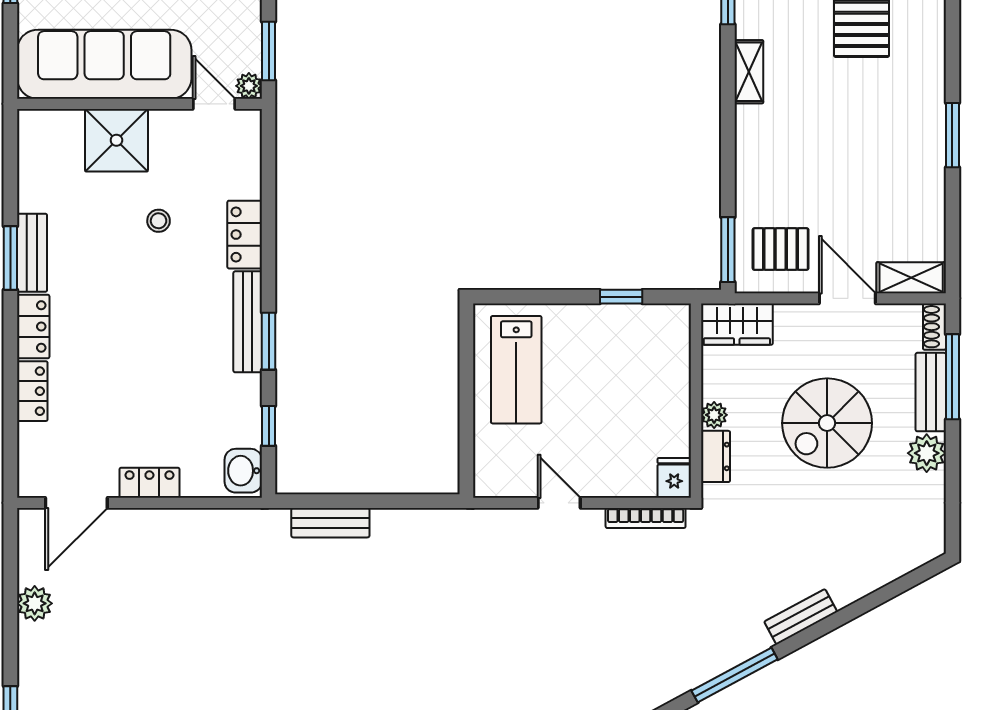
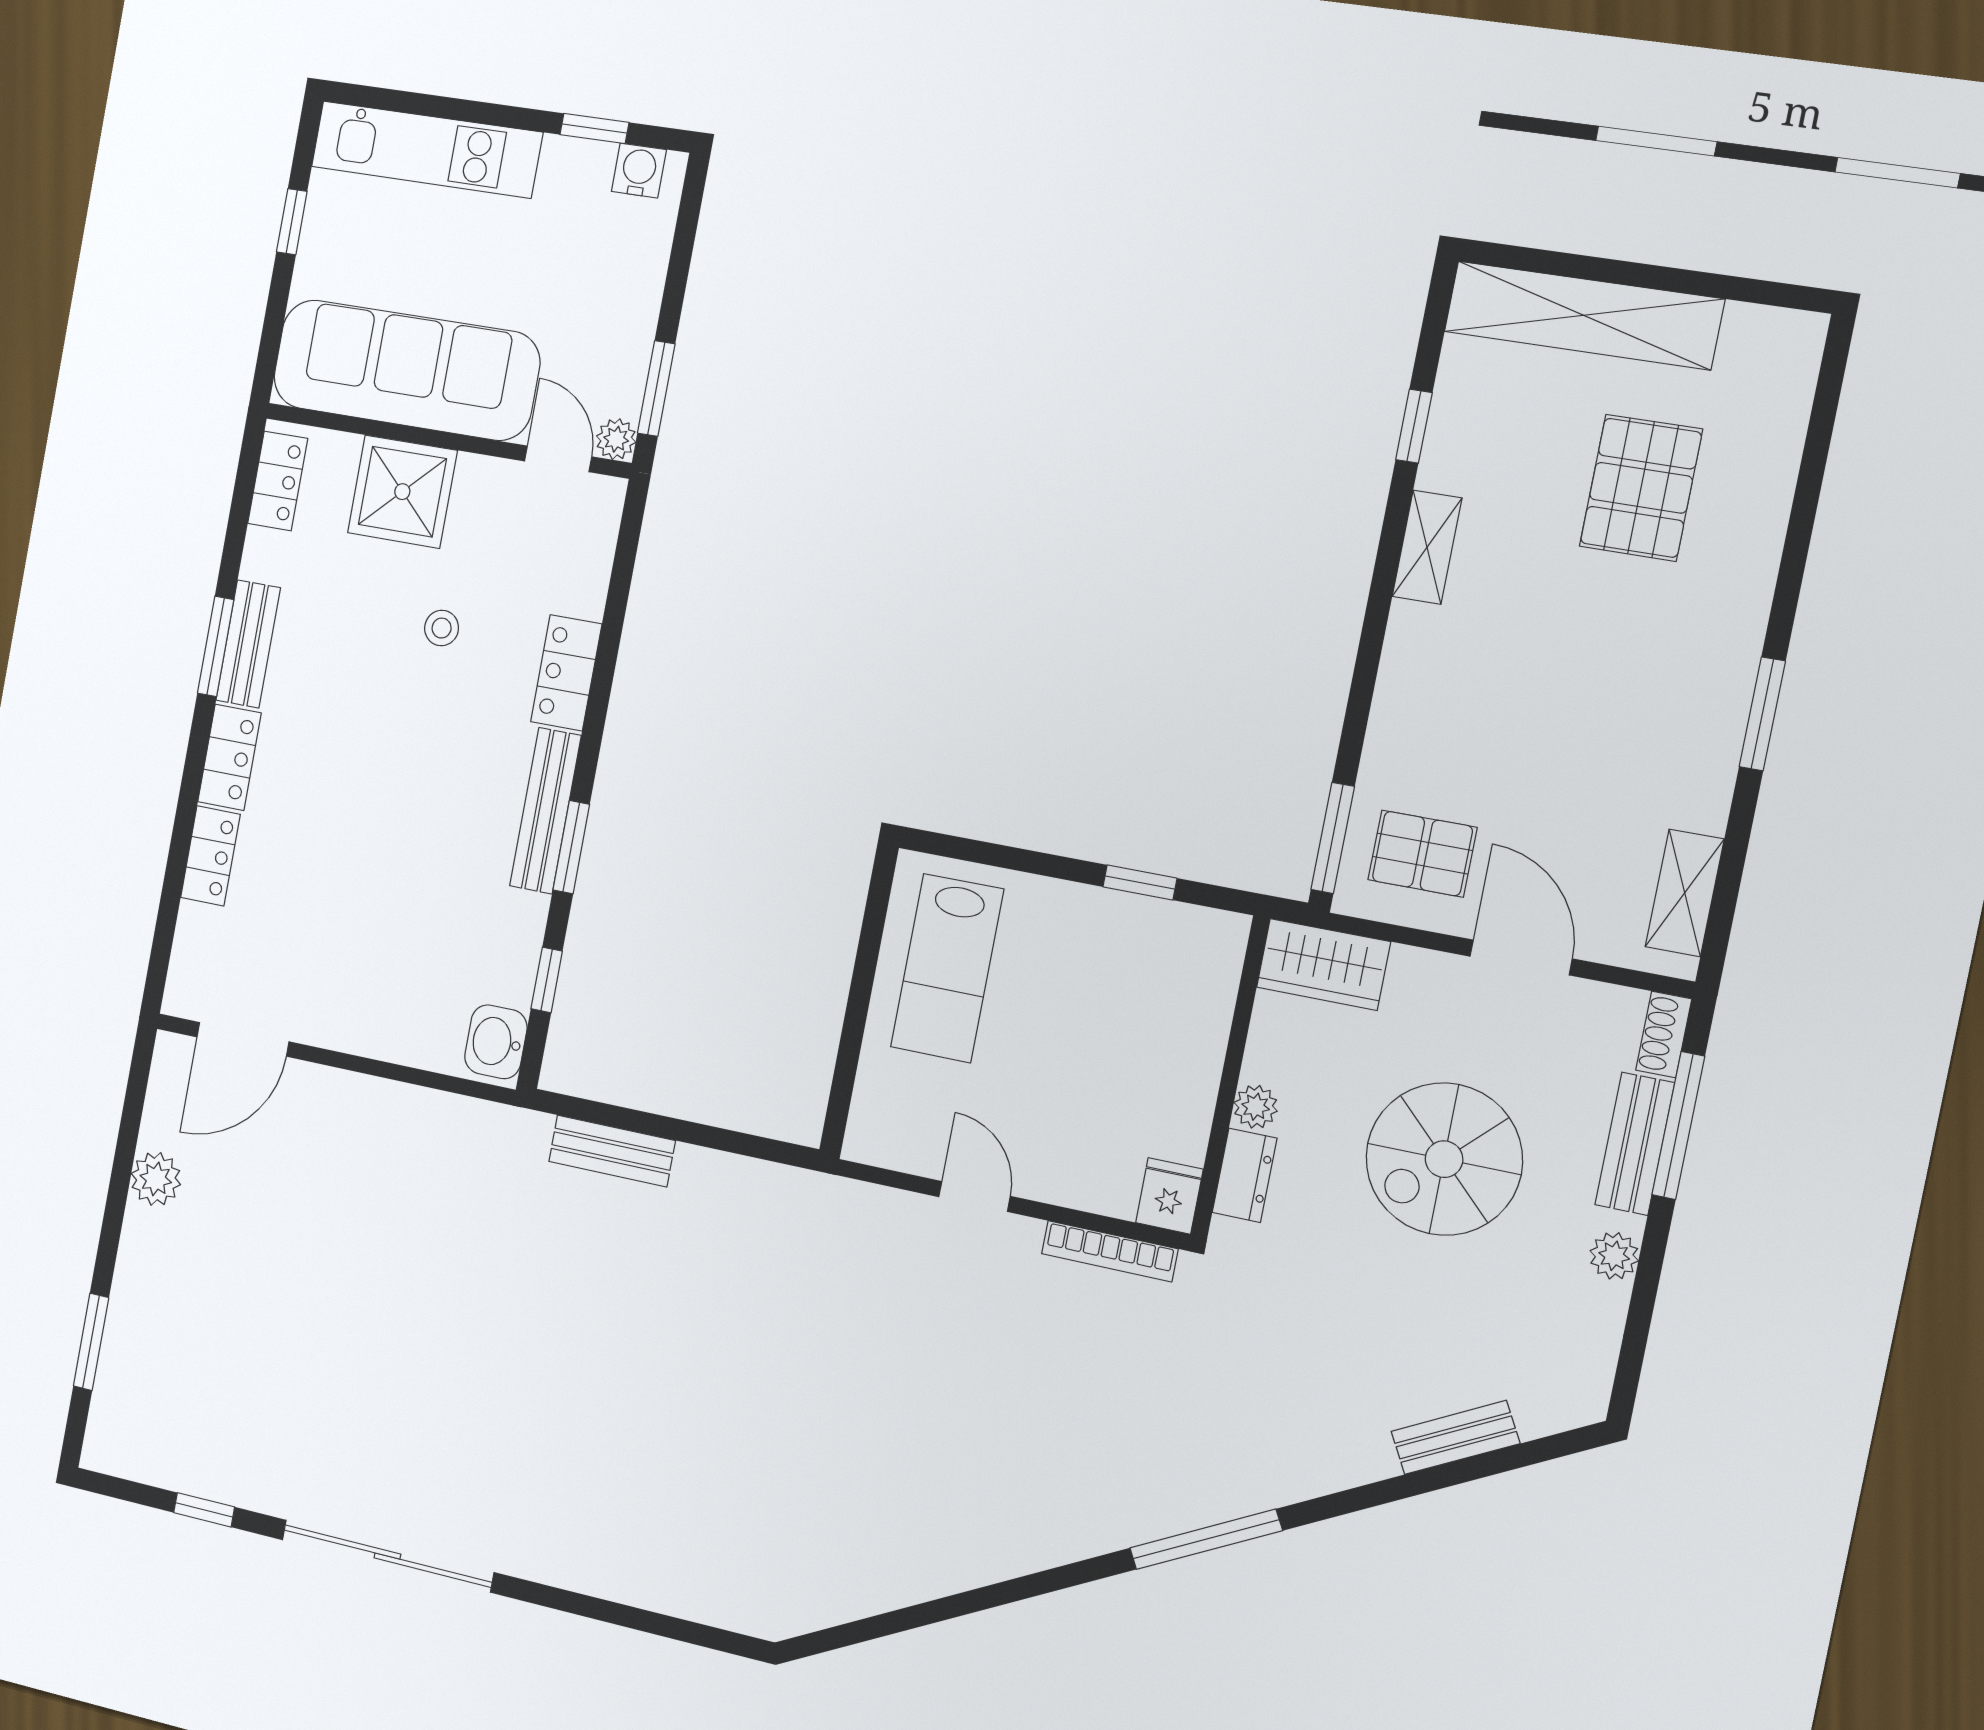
shelving: (911, 278) -> (1685, 893), moved, turned 90
plant: (927, 453) -> (1614, 1256), width x0.73, depth x0.73
locker: (149, 483) -> (278, 481), moved, turned 90
bench: (801, 617) -> (1455, 1437), moved

